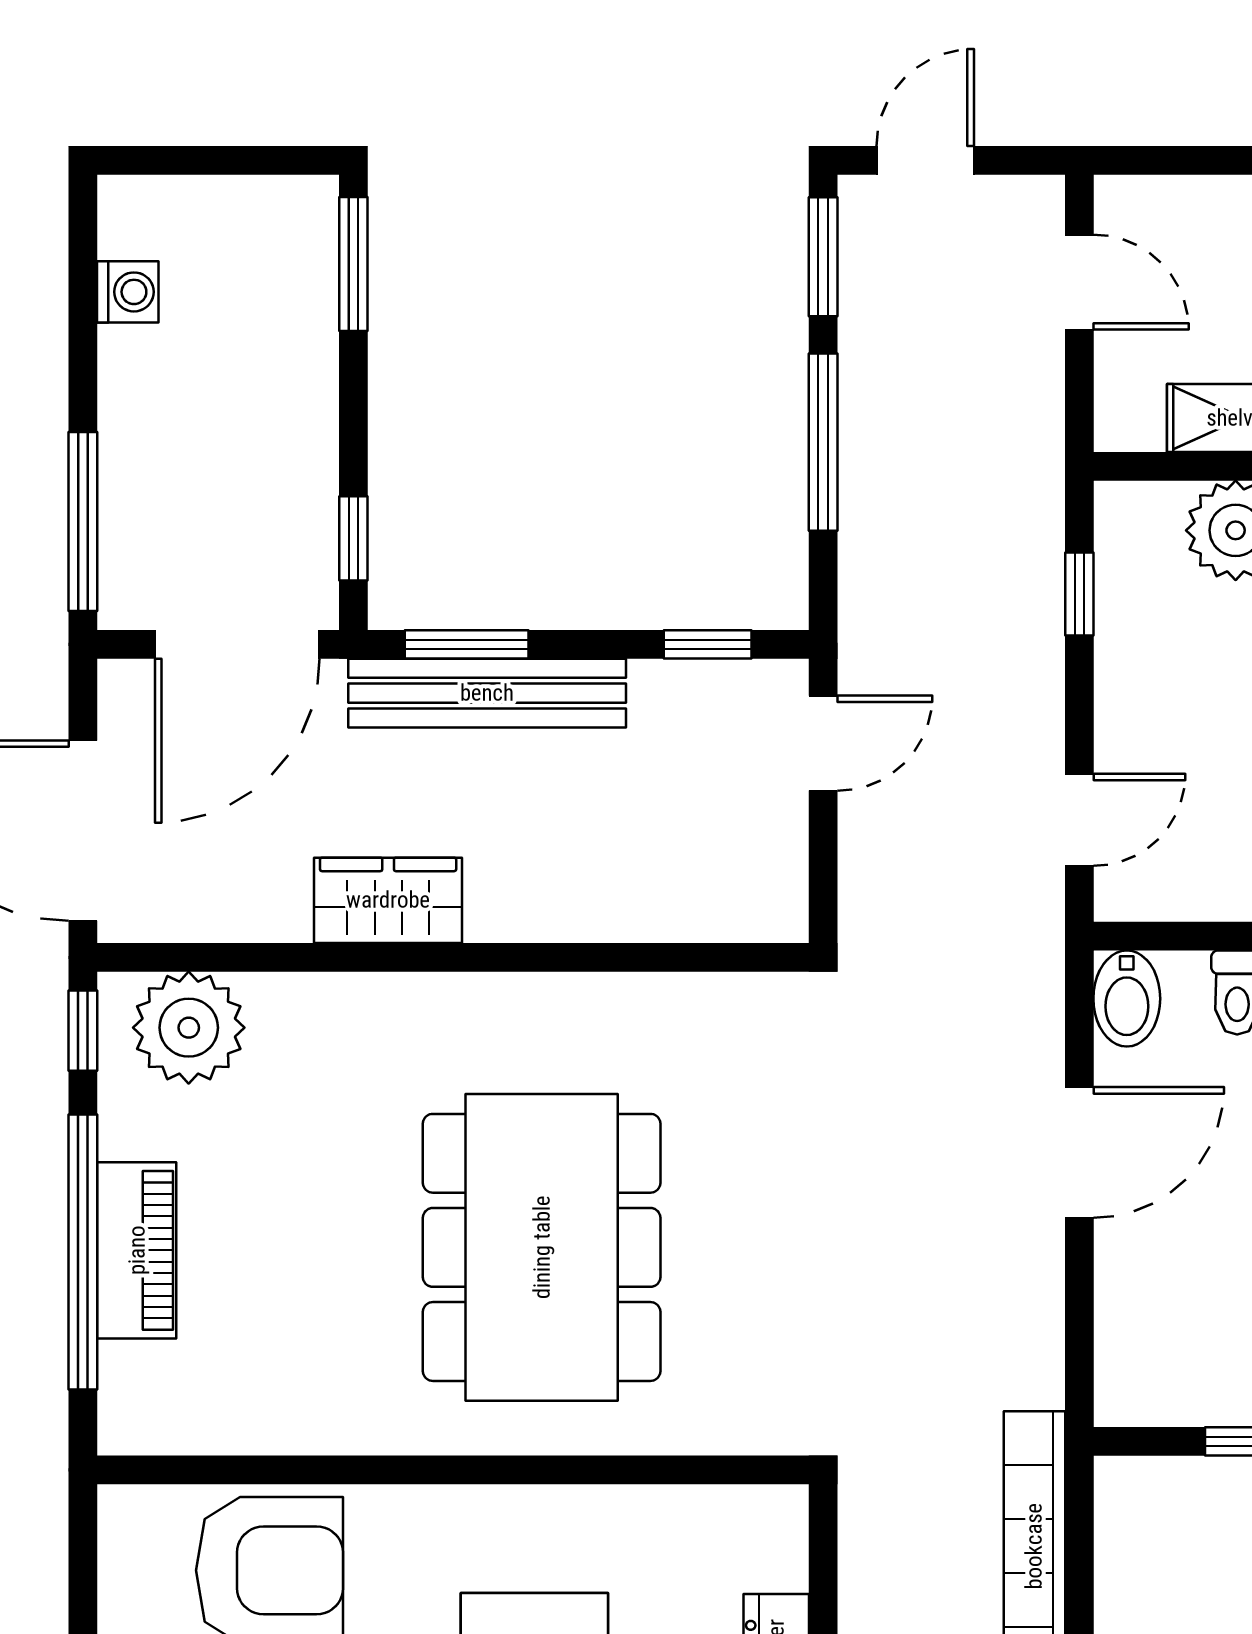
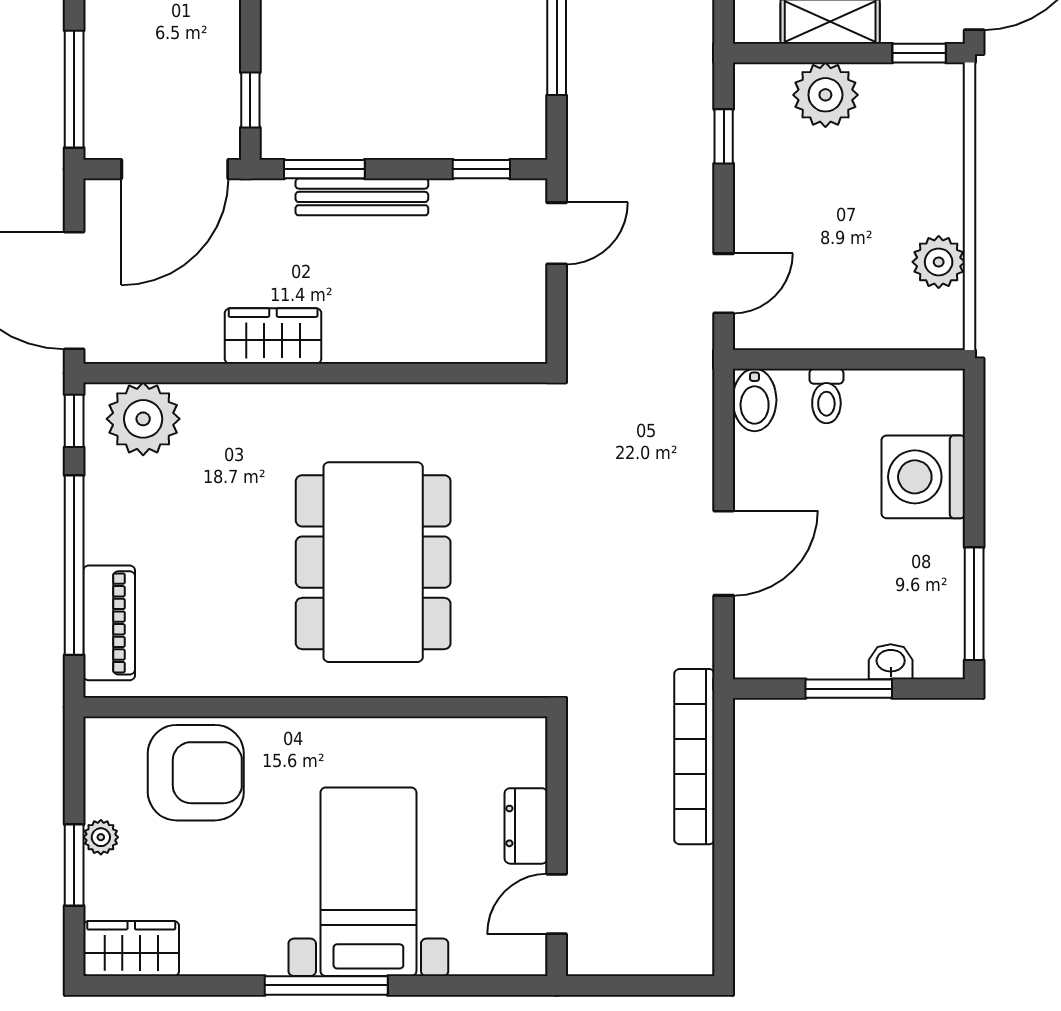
bench: (487, 693) -> (362, 197), width x0.73, depth x0.82
door: (1079, 1152) -> (724, 553), moved
piano: (137, 1250) -> (109, 623), moved

